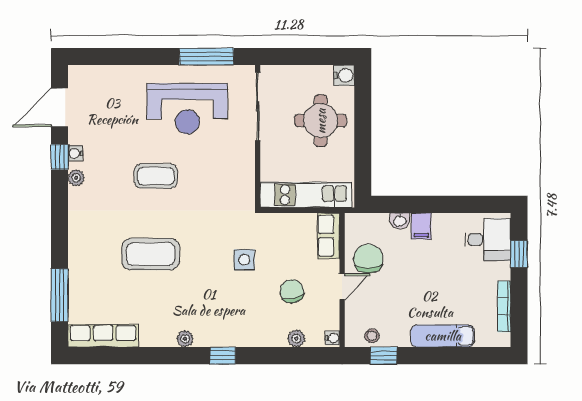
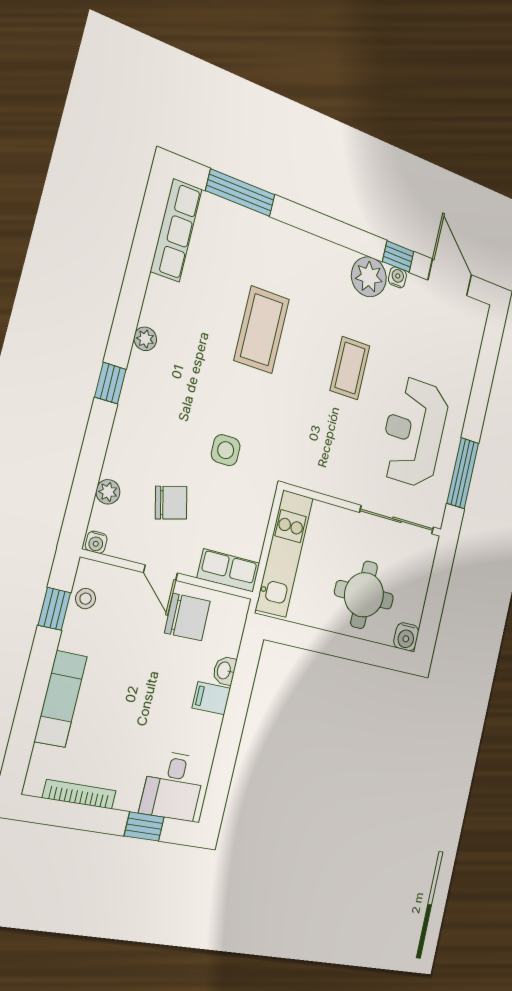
plant: (76, 178) -> (369, 277), width x1.87, depth x1.87

